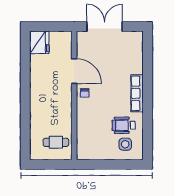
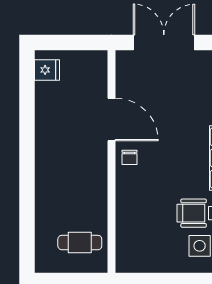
fridge: (39, 42) -> (47, 70), width x0.53, depth x0.75

